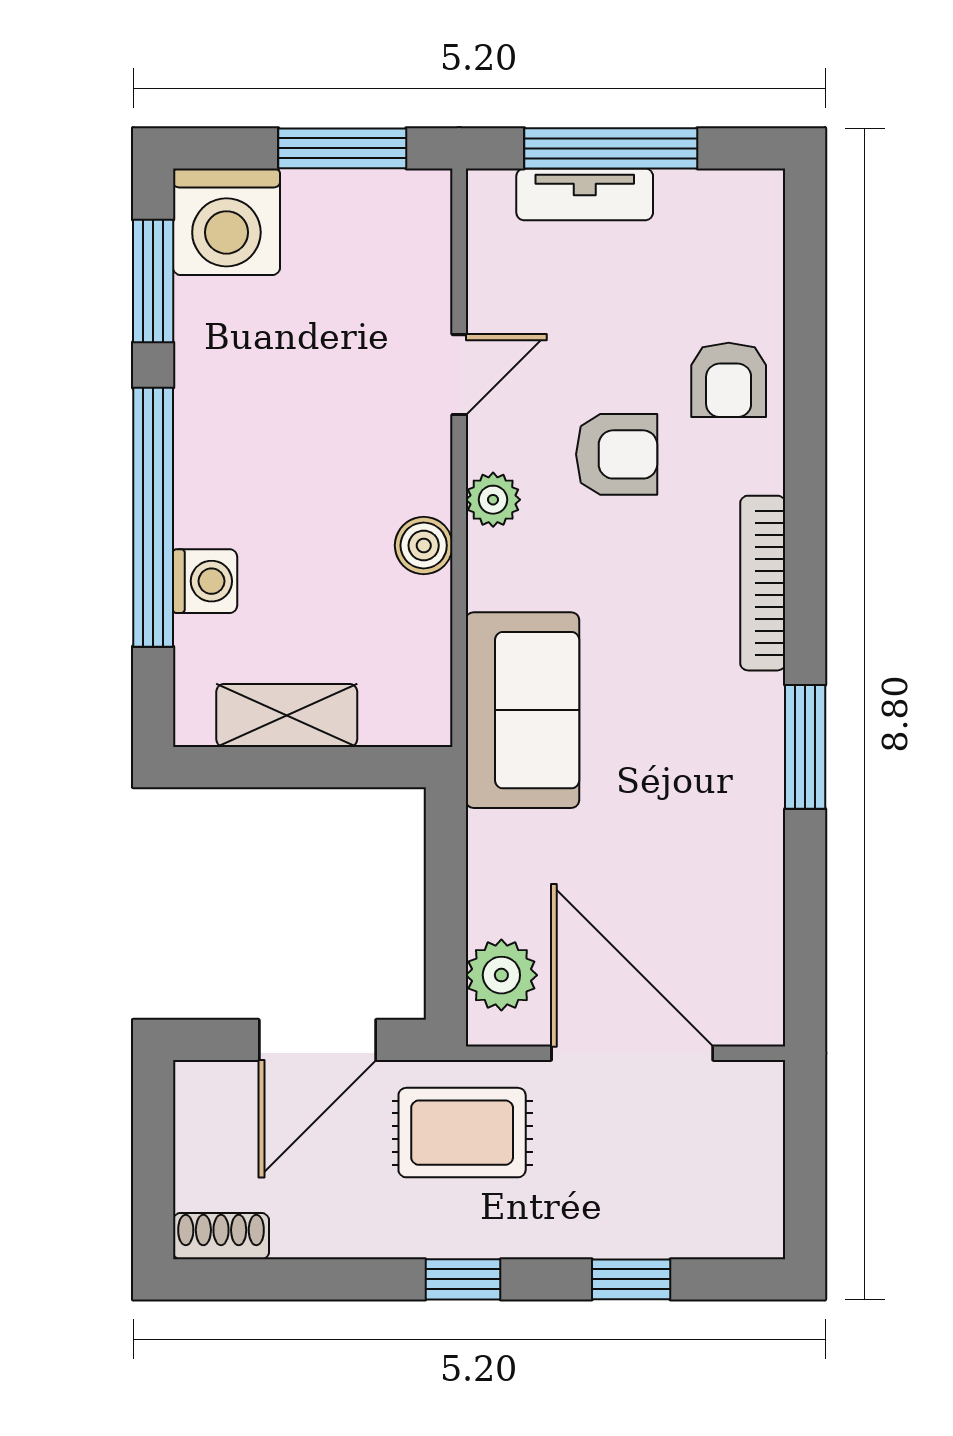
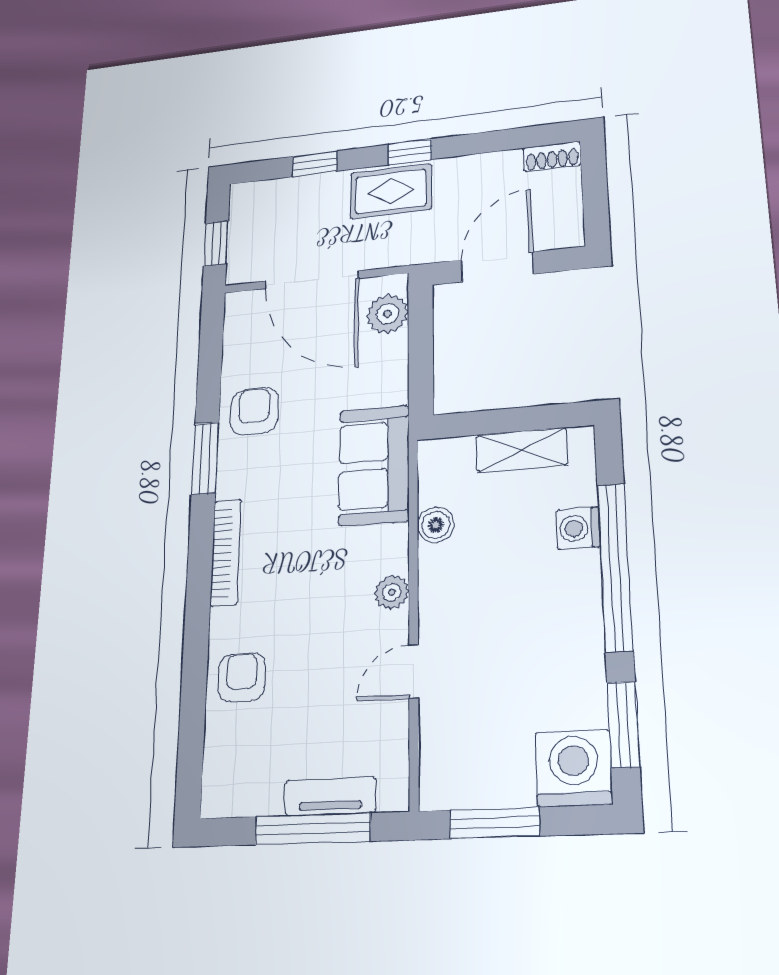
armchair: (617, 454) -> (254, 411), moved, turned 90
boiler: (424, 545) -> (436, 525), moved
rug: (462, 1133) -> (391, 191), moved
window: (805, 1144) -> (216, 244), added

